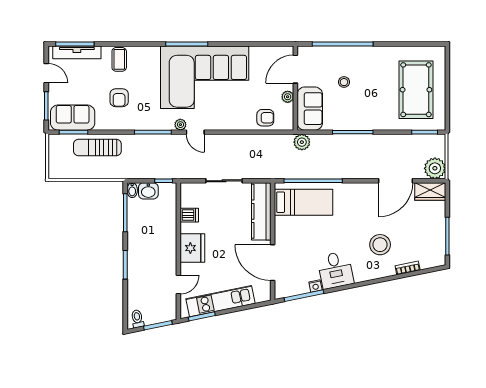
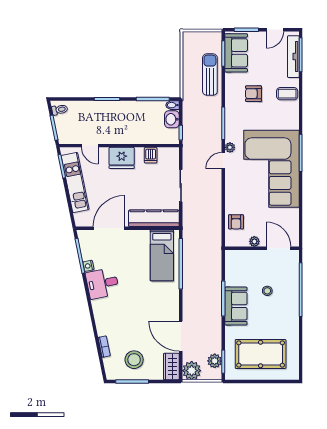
sofa: (310, 109) -> (236, 306), moved, turned -90
plant: (302, 142) -> (215, 361), moved
stool: (380, 245) -> (134, 360), moved

